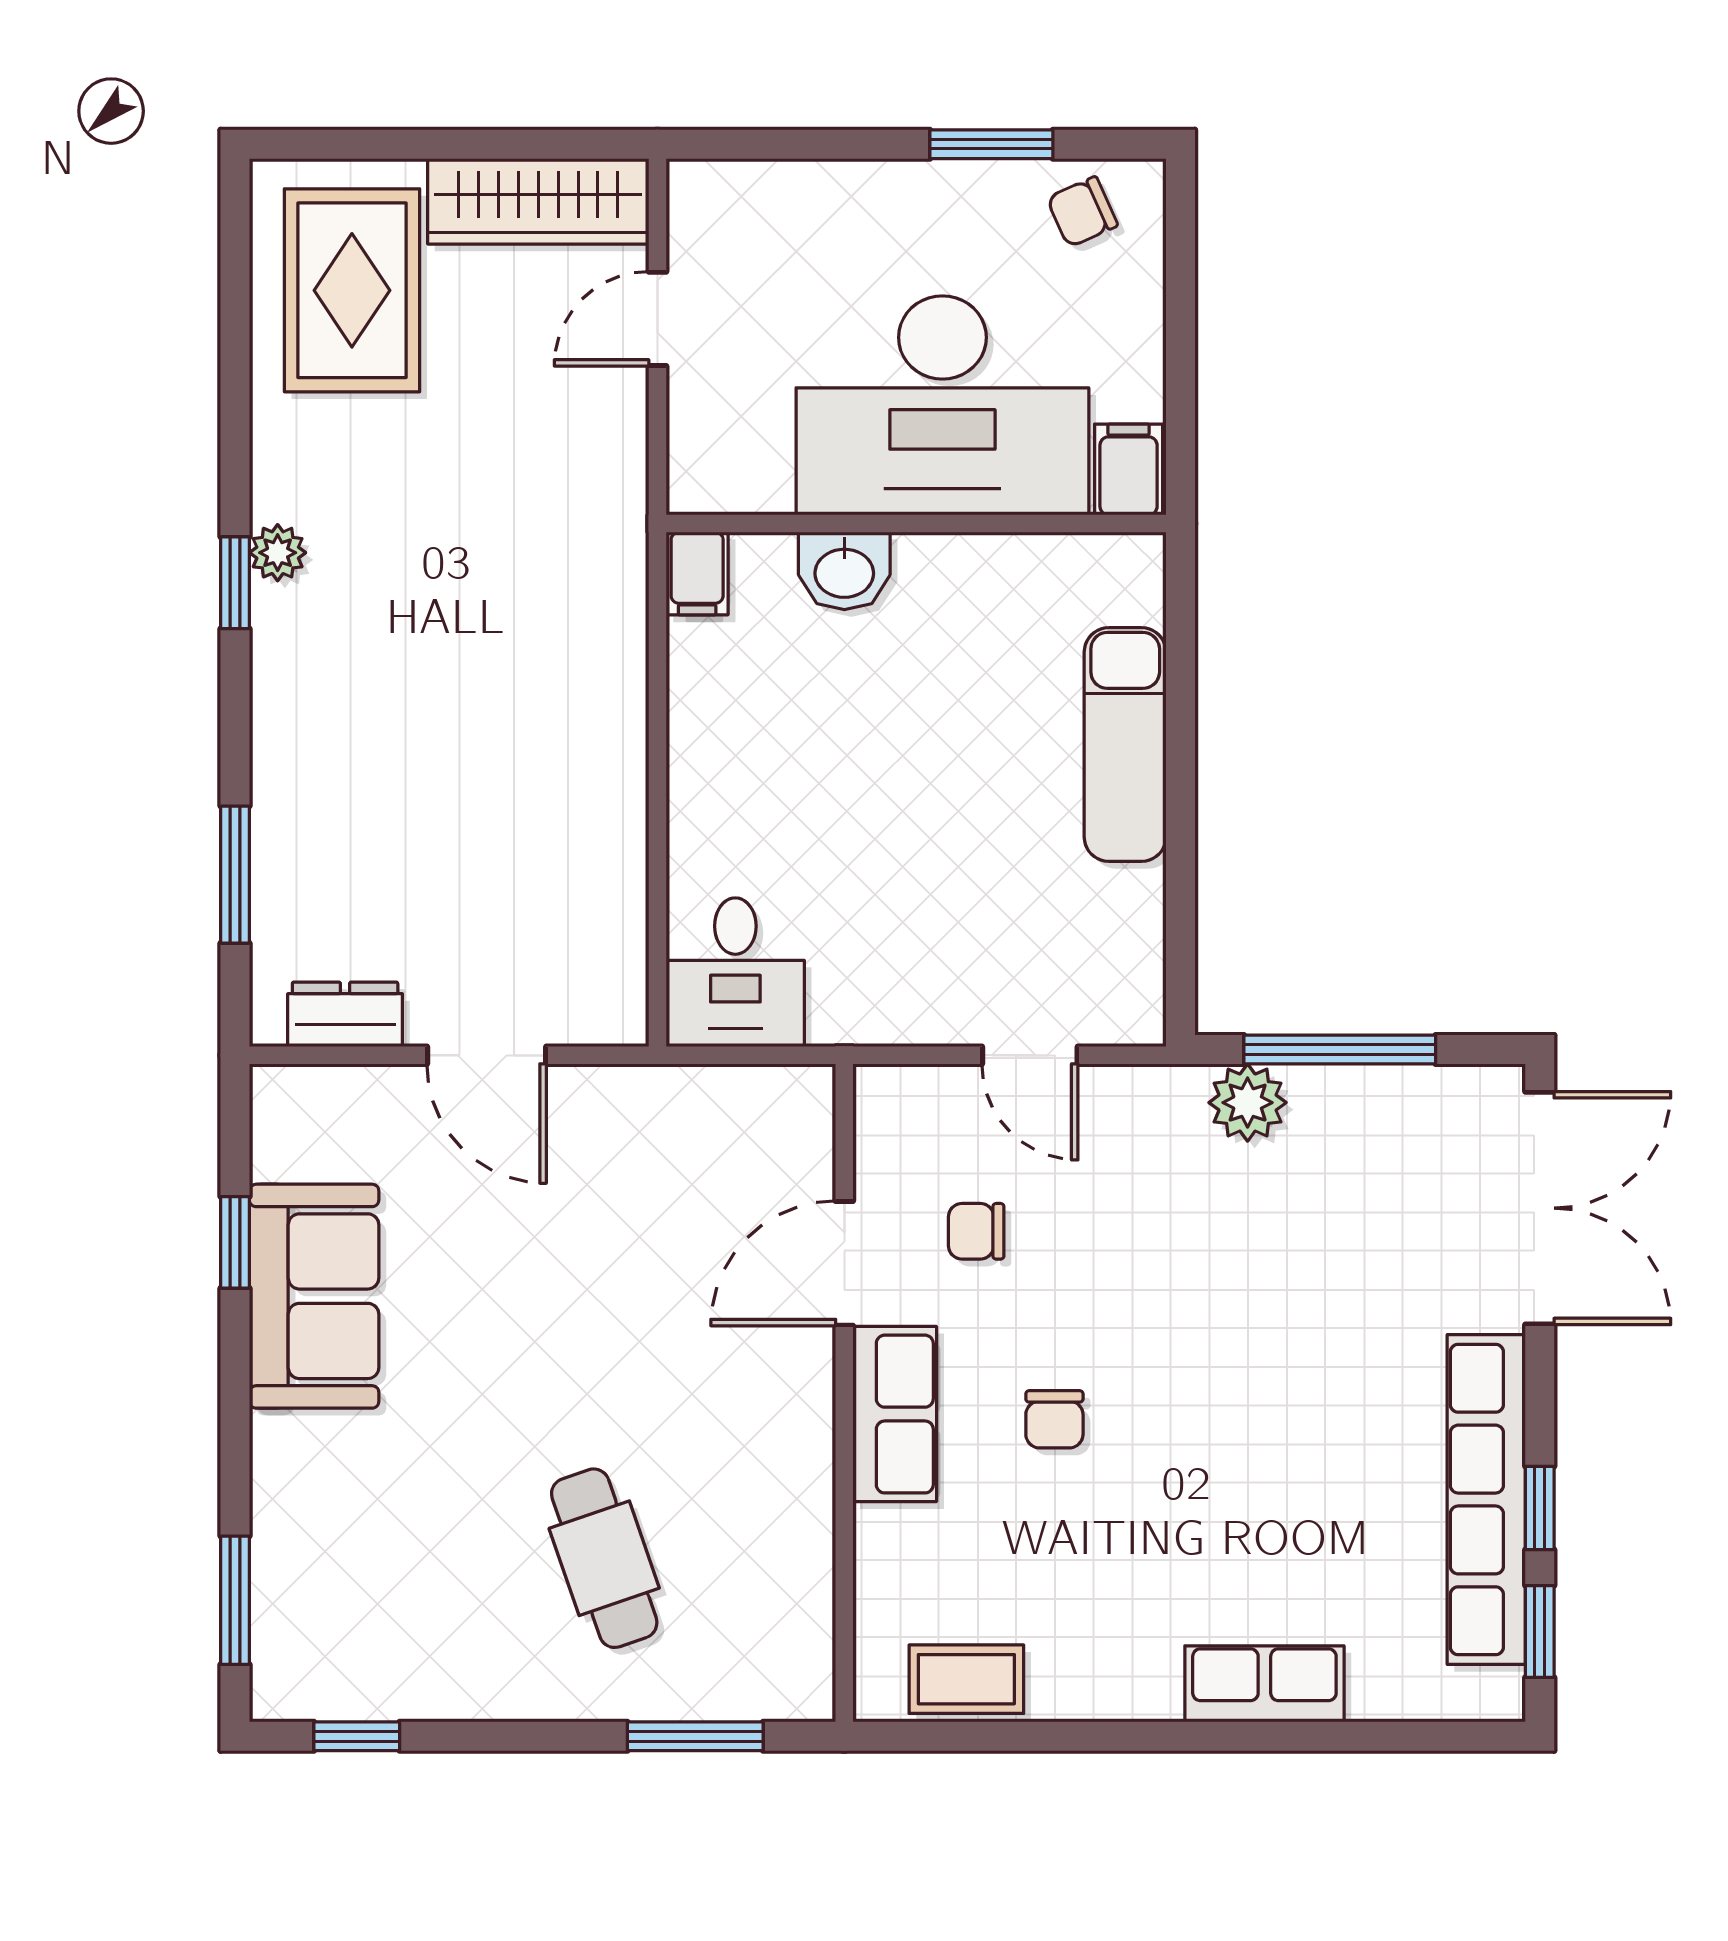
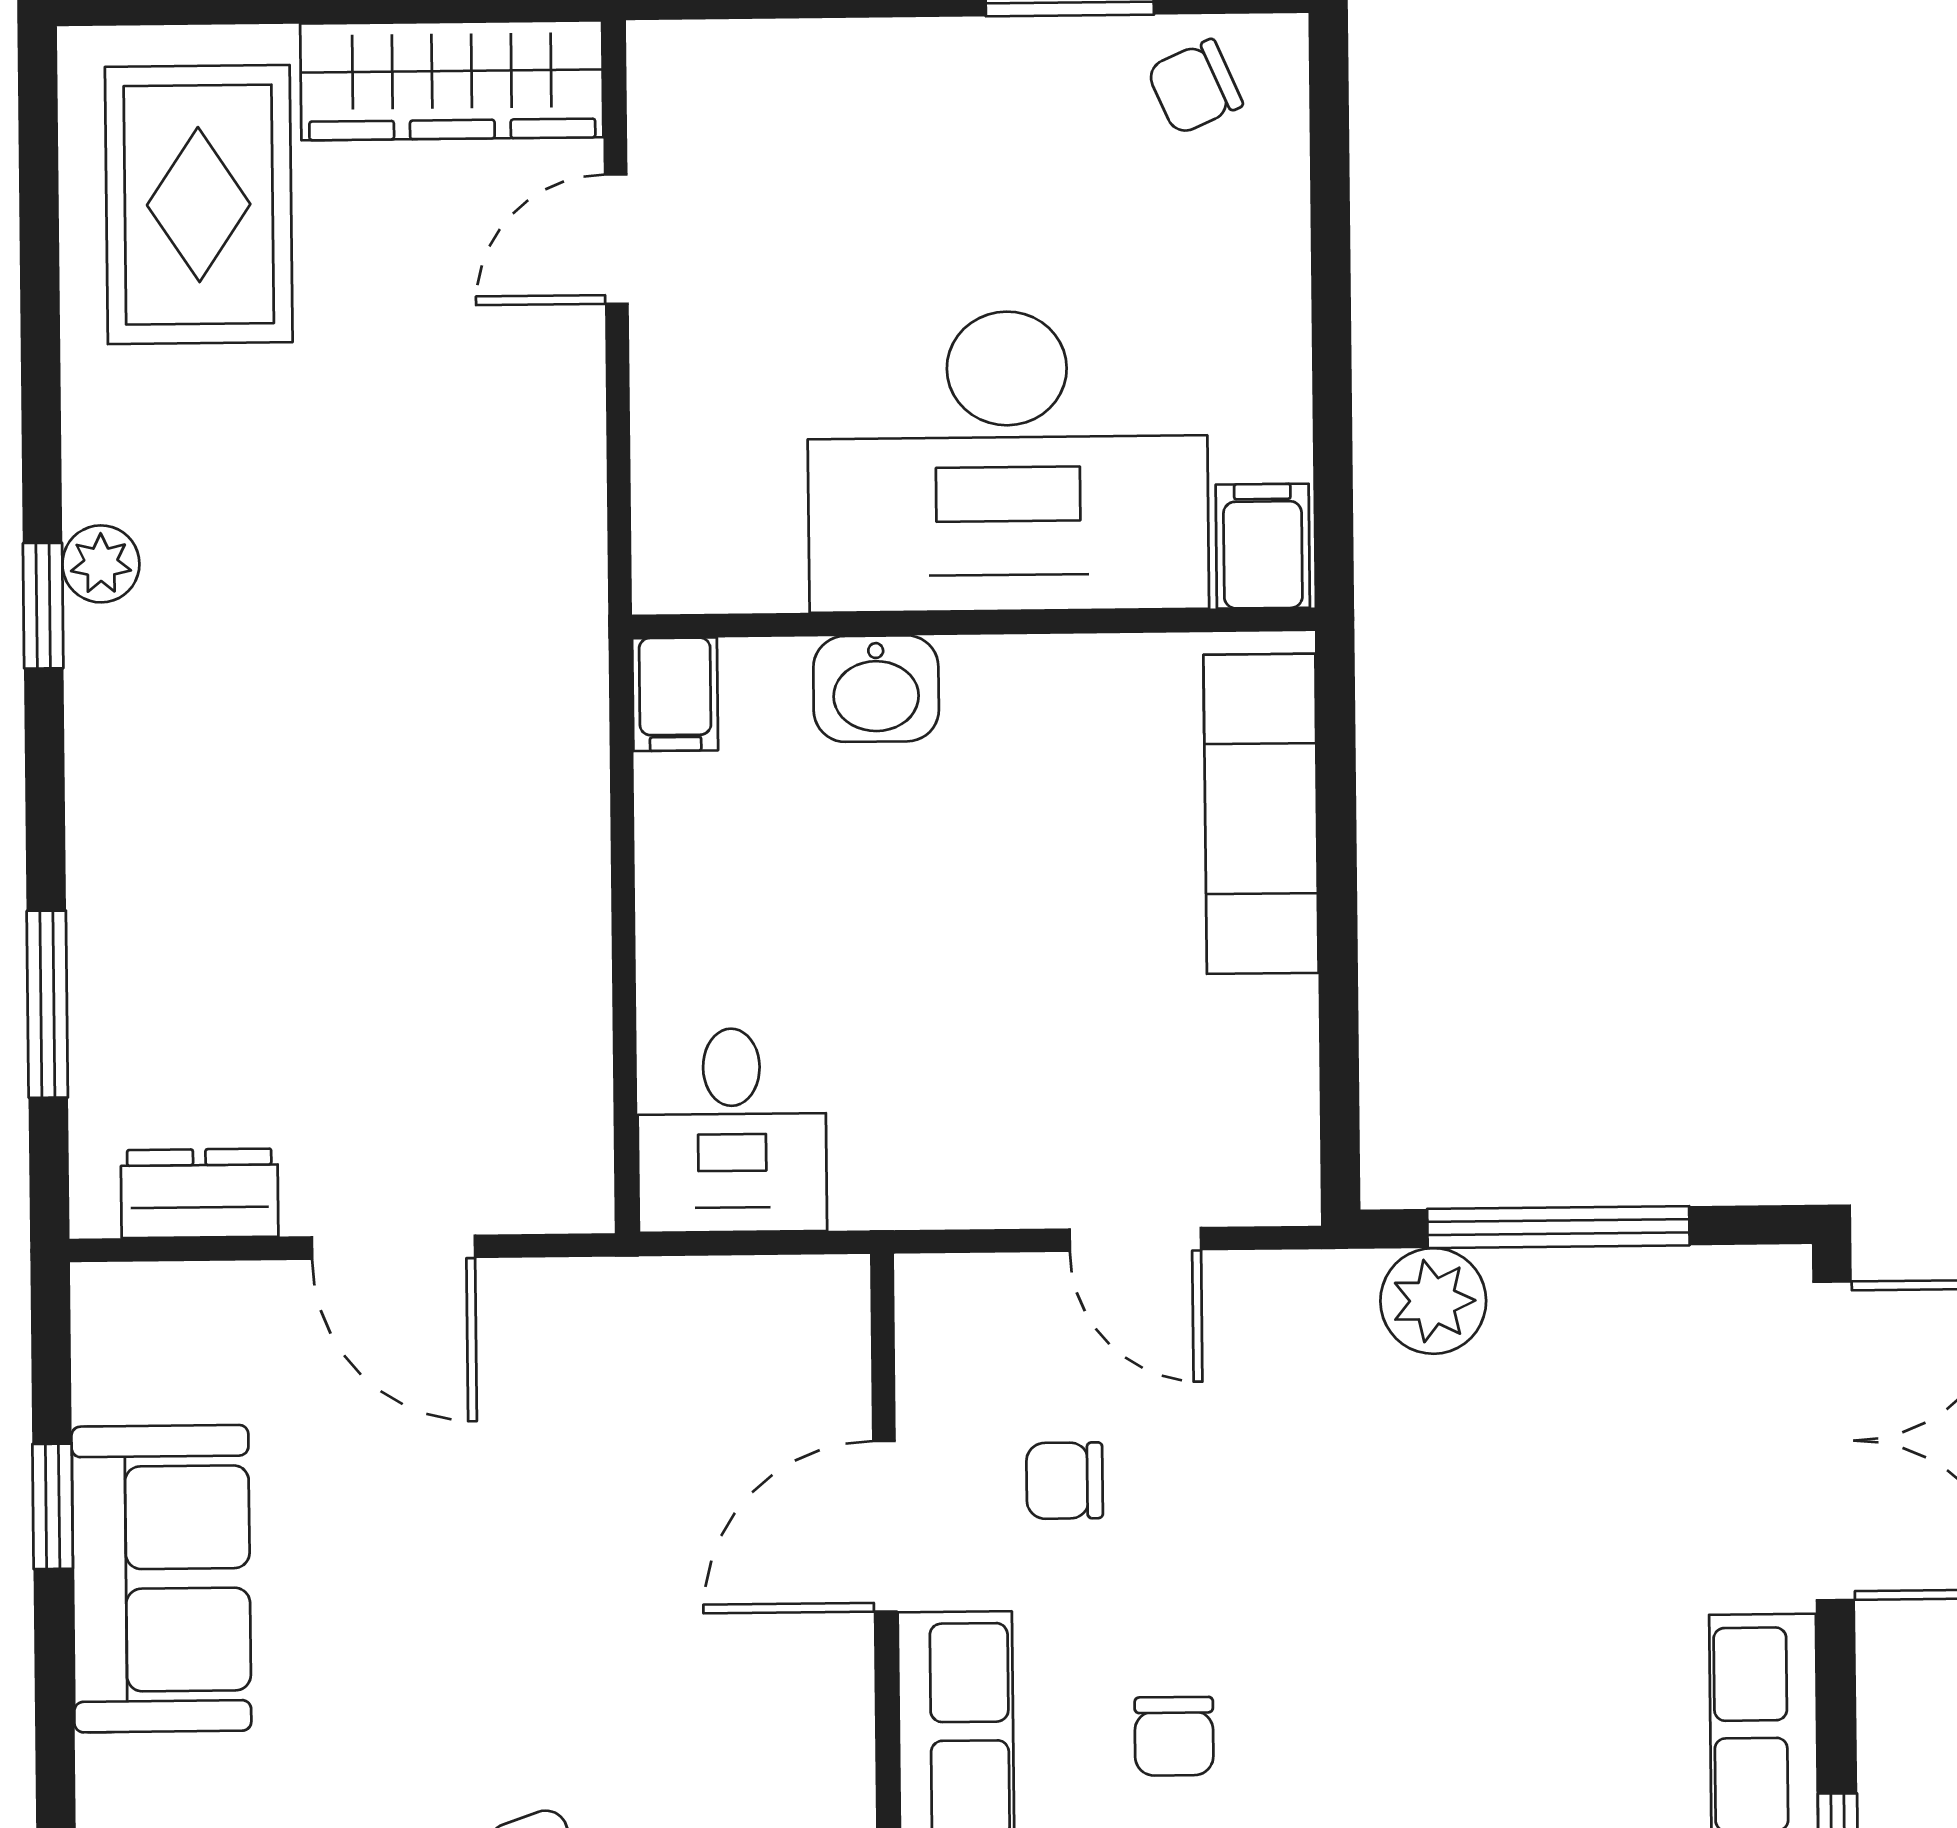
desk: (942, 405) -> (1008, 461), moved
filing cabinet: (1129, 470) -> (1263, 546), moved
wall: (916, 524) -> (973, 623), moved
washbasin: (844, 571) -> (876, 689), moved
filing cabinet: (697, 573) -> (675, 694), moved

